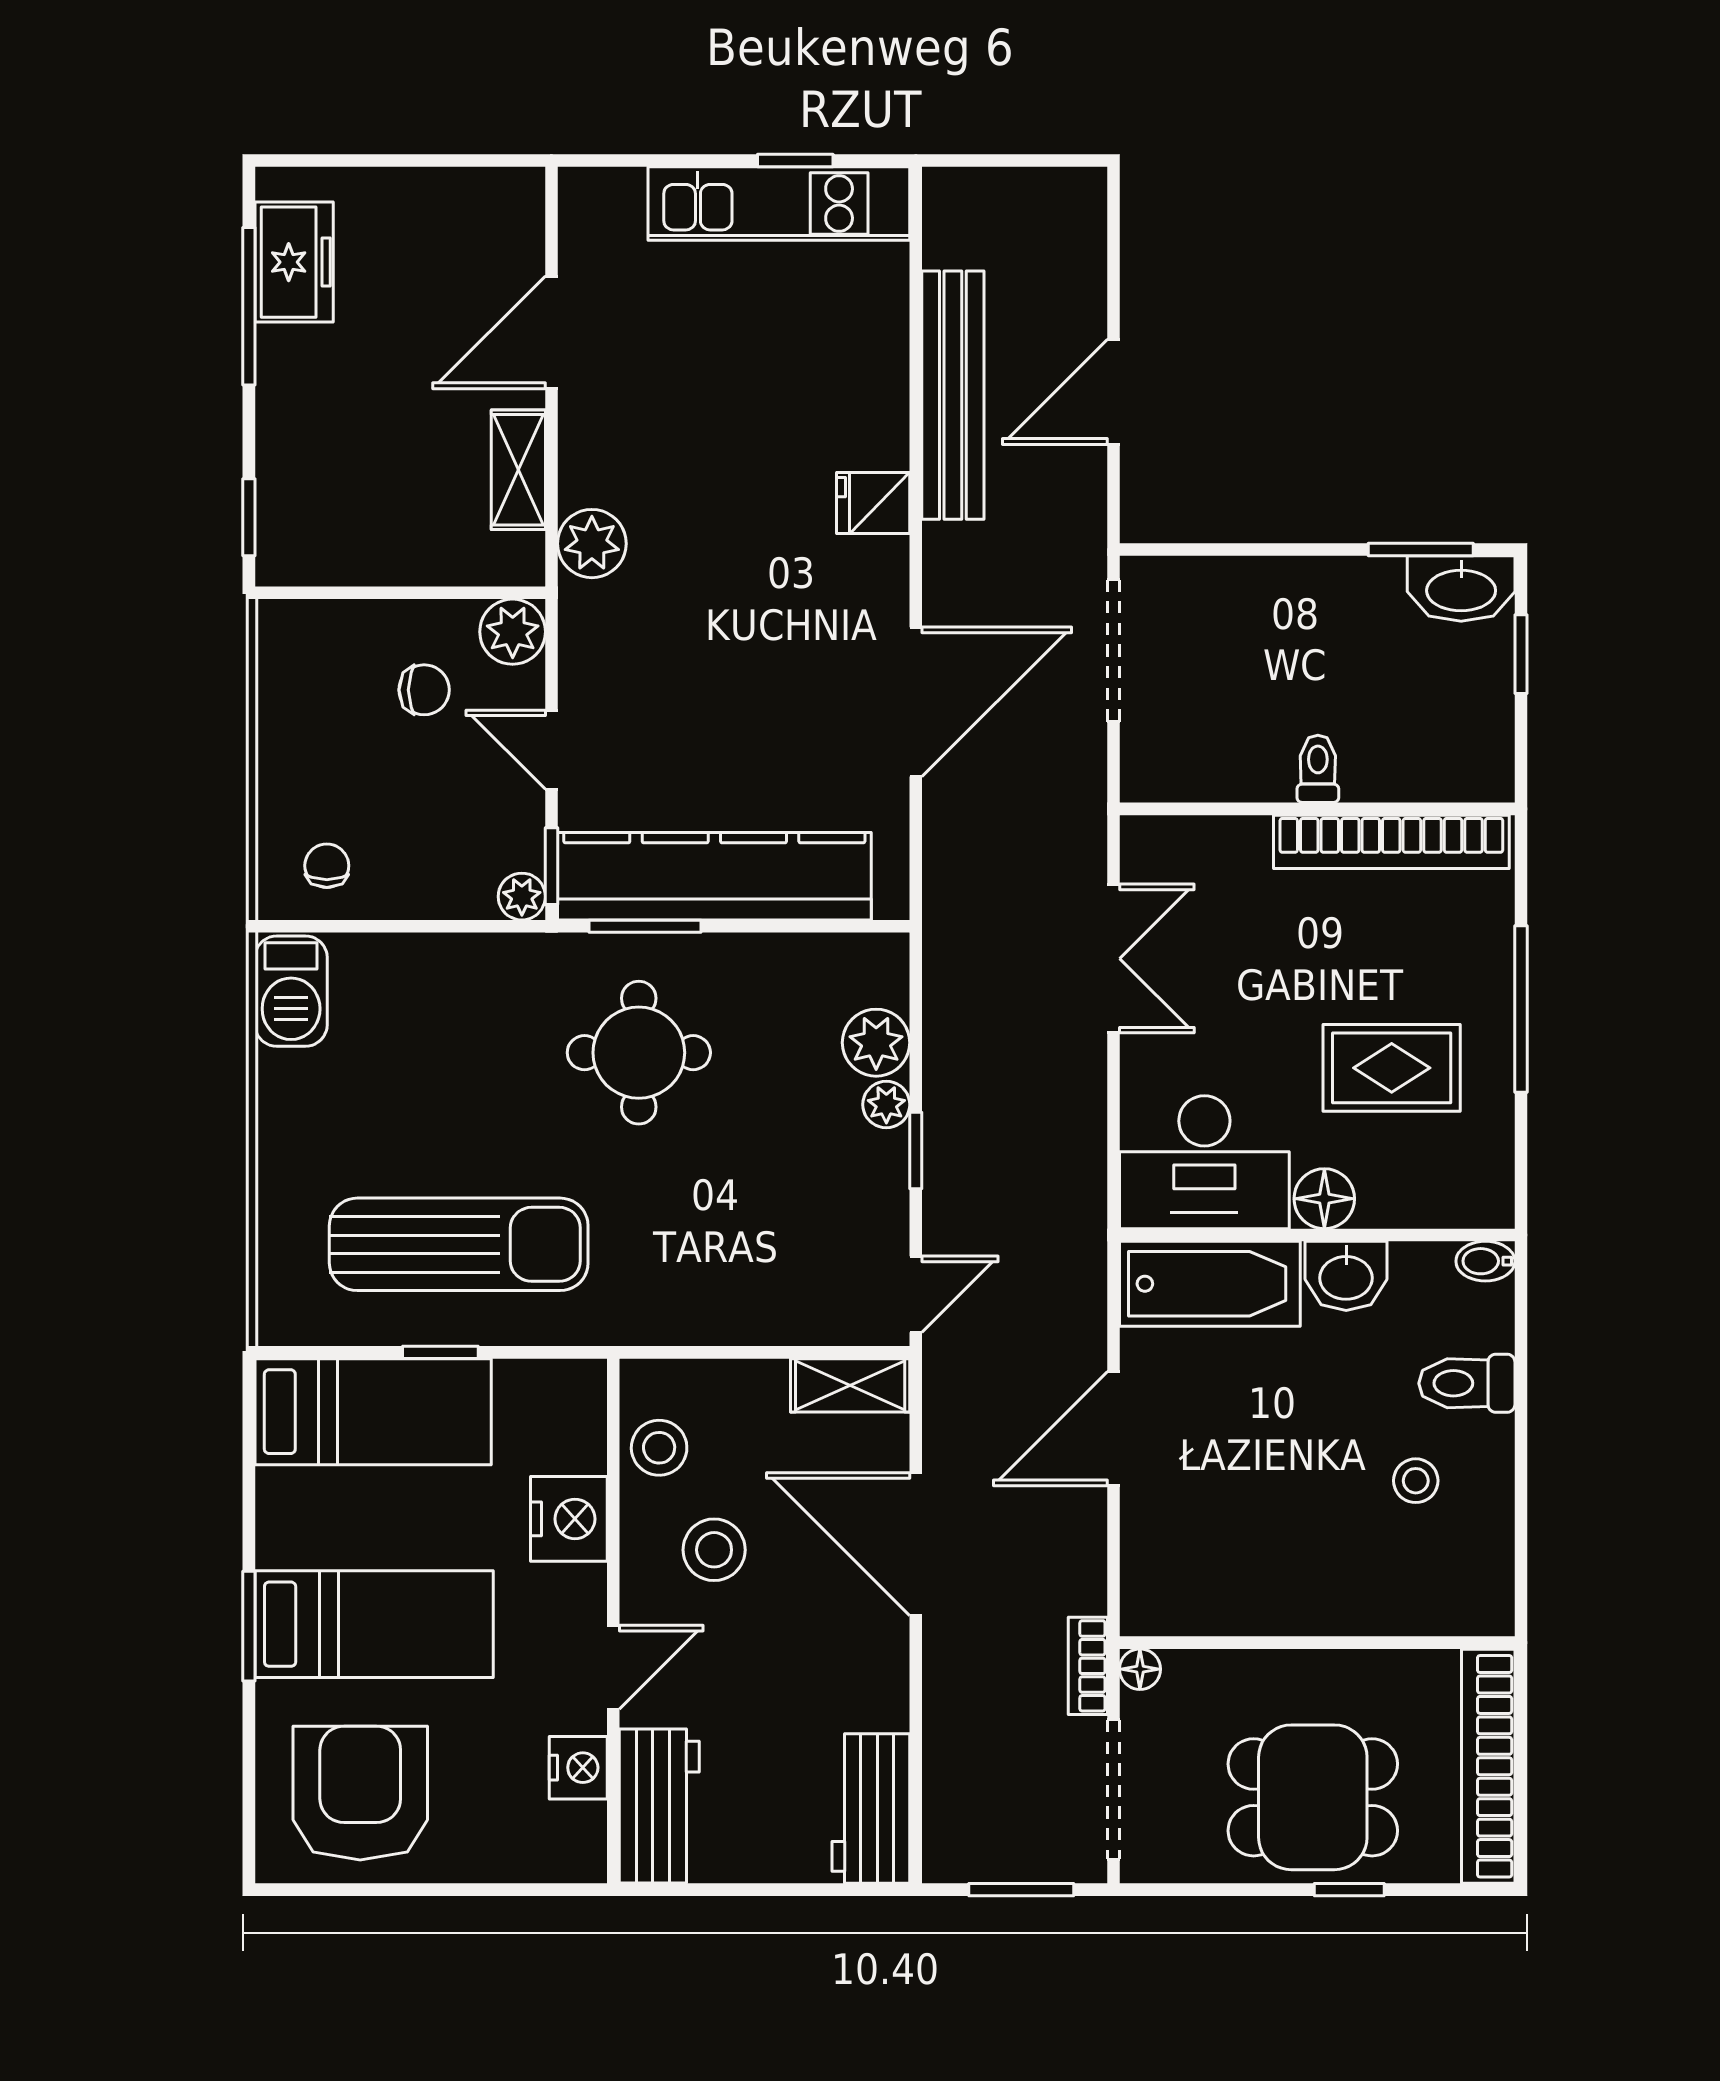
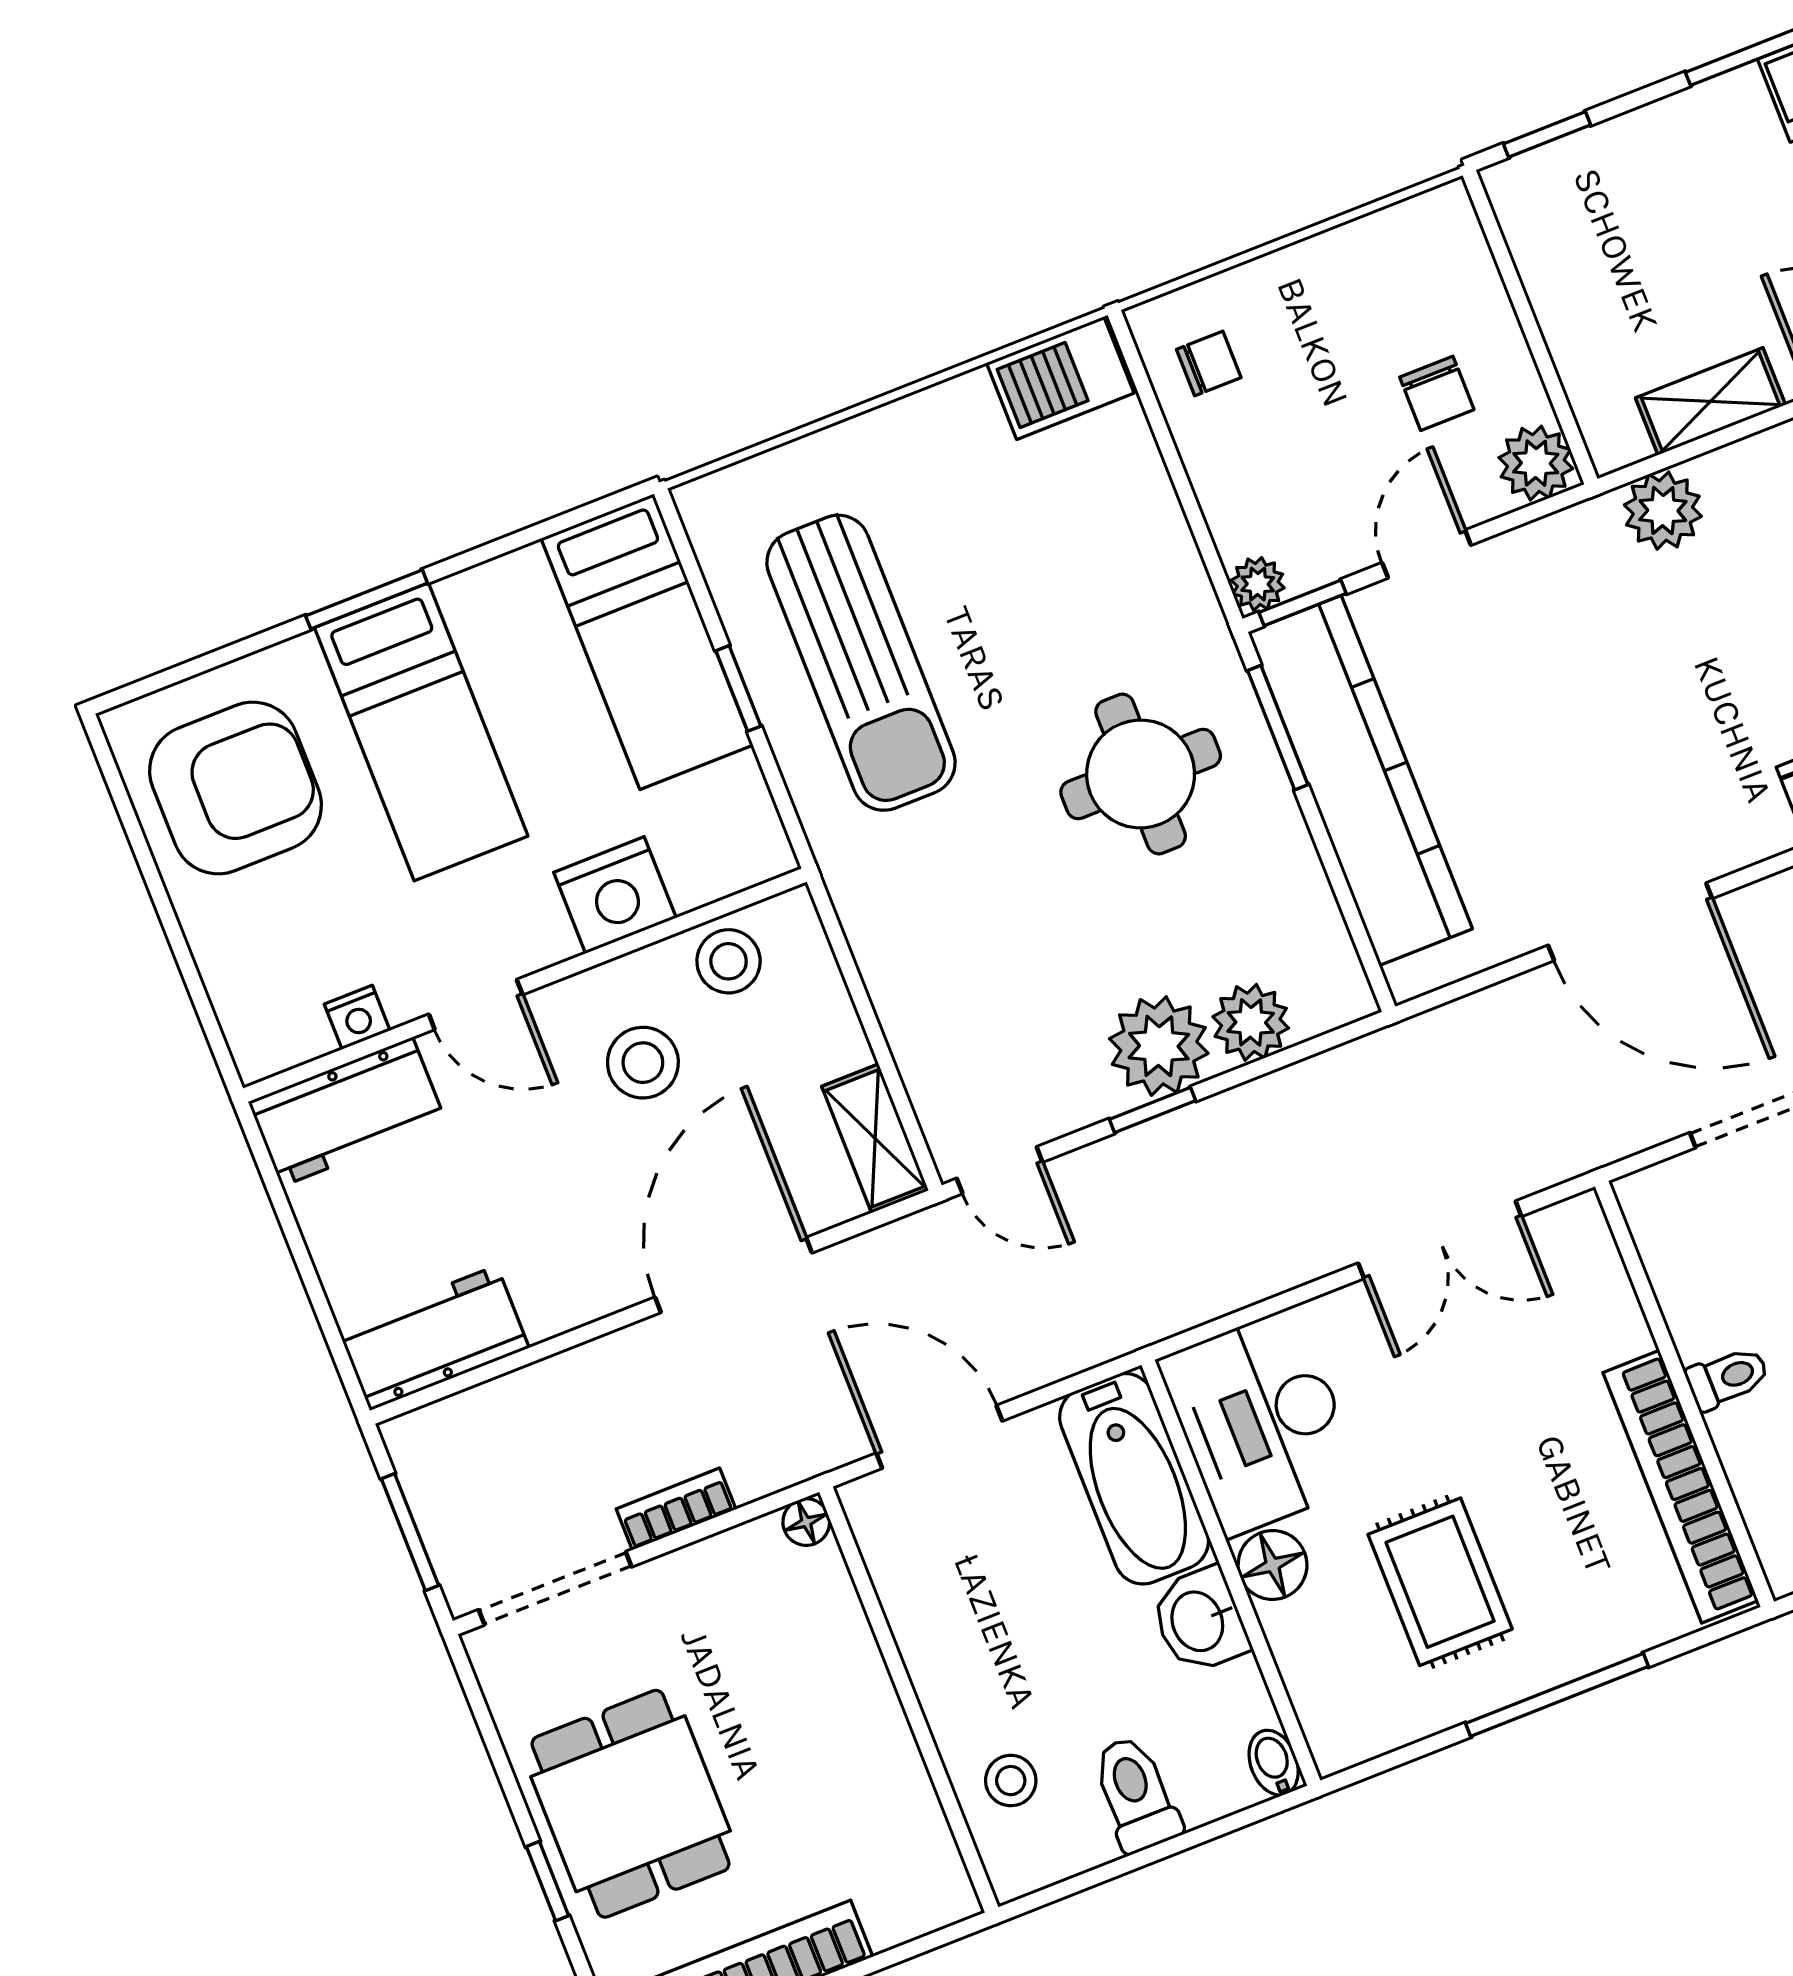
plant: (886, 1105) -> (1159, 1046), width x1.88, depth x1.88
wall: (1317, 1643) -> (909, 1700), moved
floor lamp: (1140, 1669) -> (806, 1522), moved
nightstand: (578, 1768) -> (357, 1017), width x0.72, depth x0.74

